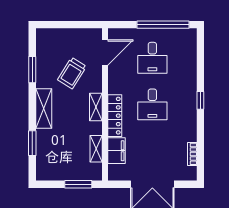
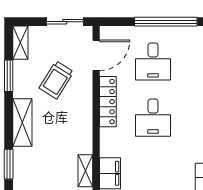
sliding door: (79, 25) -> (65, 22), added
shelving: (96, 107) -> (20, 43), moved
locker: (115, 116) -> (108, 102), moved

